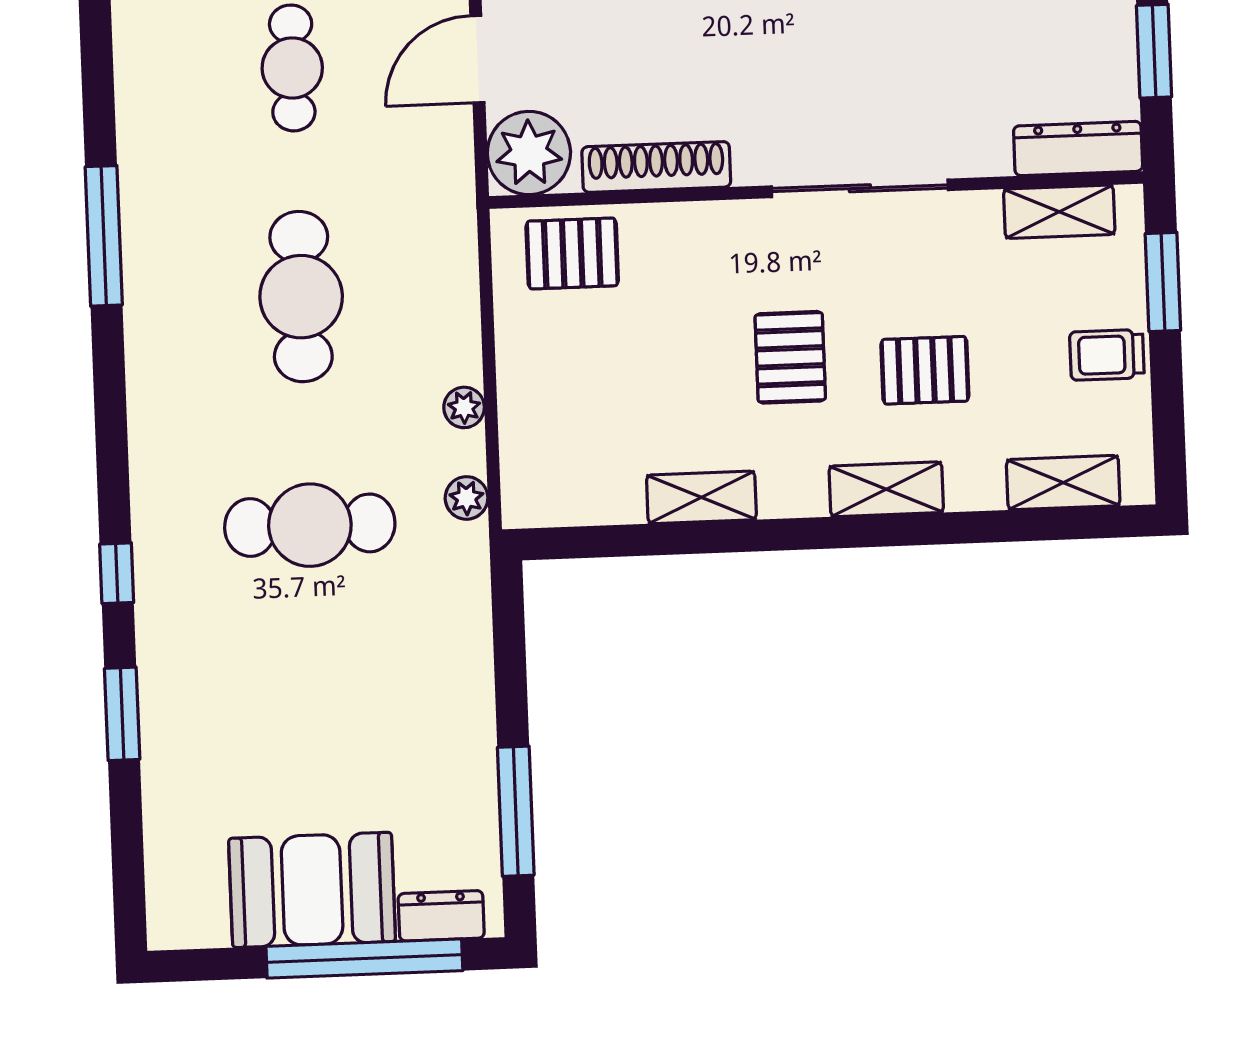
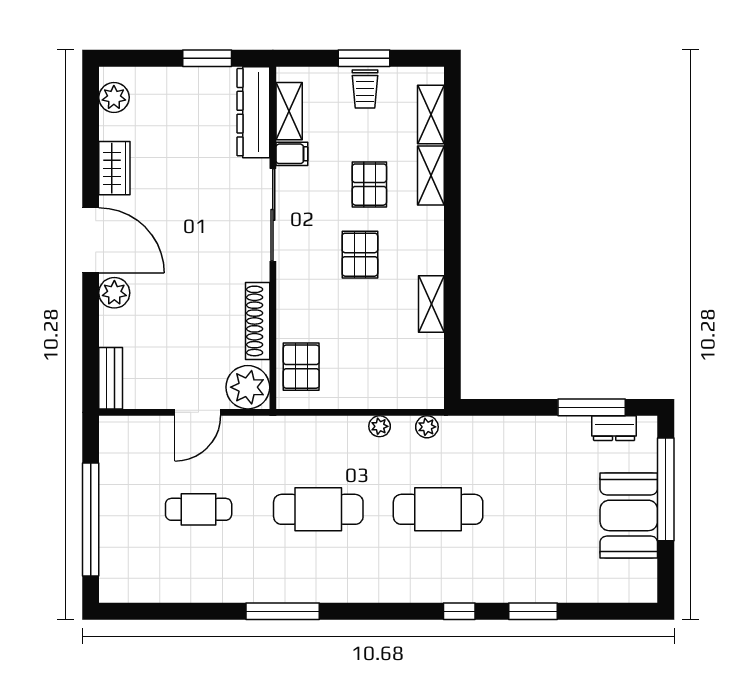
door: (477, 59) -> (198, 412), hinge flipped
dresser: (1078, 149) -> (253, 112), width x1.37, depth x1.24
filing cabinet: (978, 220) -> (292, 154), added
window: (1163, 282) -> (364, 58), moved
pallet: (790, 357) -> (360, 255), turned 90
shelving: (886, 489) -> (431, 176), moved
cafe table: (310, 525) -> (438, 509), turned 90
dresser: (441, 916) -> (614, 428), moved, turned -90

